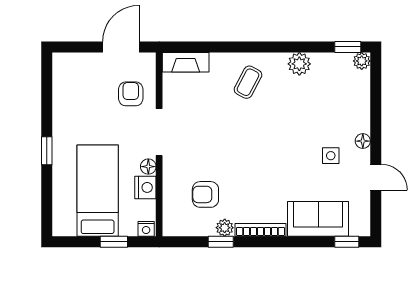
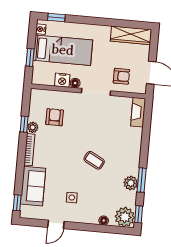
window: (293, 47) -> (142, 180), added
plant: (362, 61) -> (125, 217), width x1.87, depth x1.87
coffee table: (248, 82) -> (94, 160), moved
wardrobe: (64, 85) -> (131, 35), added
floor lamp: (363, 141) -> (104, 221), moved
window: (47, 151) -> (56, 18), moved
nightstand: (146, 229) -> (41, 29), moved

